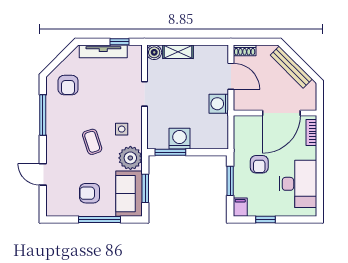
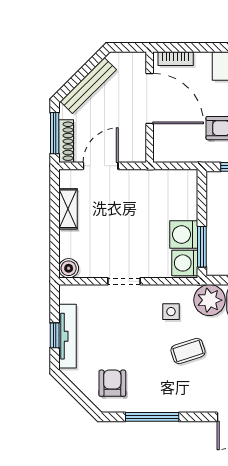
window: (120, 42) -> (55, 335), moved
window: (255, 42) -> (55, 133), added
shoe rack: (245, 50) -> (66, 141), width x1.43
shelving: (178, 52) -> (68, 209), moved
armchair: (68, 85) -> (112, 383), turned -90
washing machine: (219, 104) -> (185, 263), moved, turned 90

